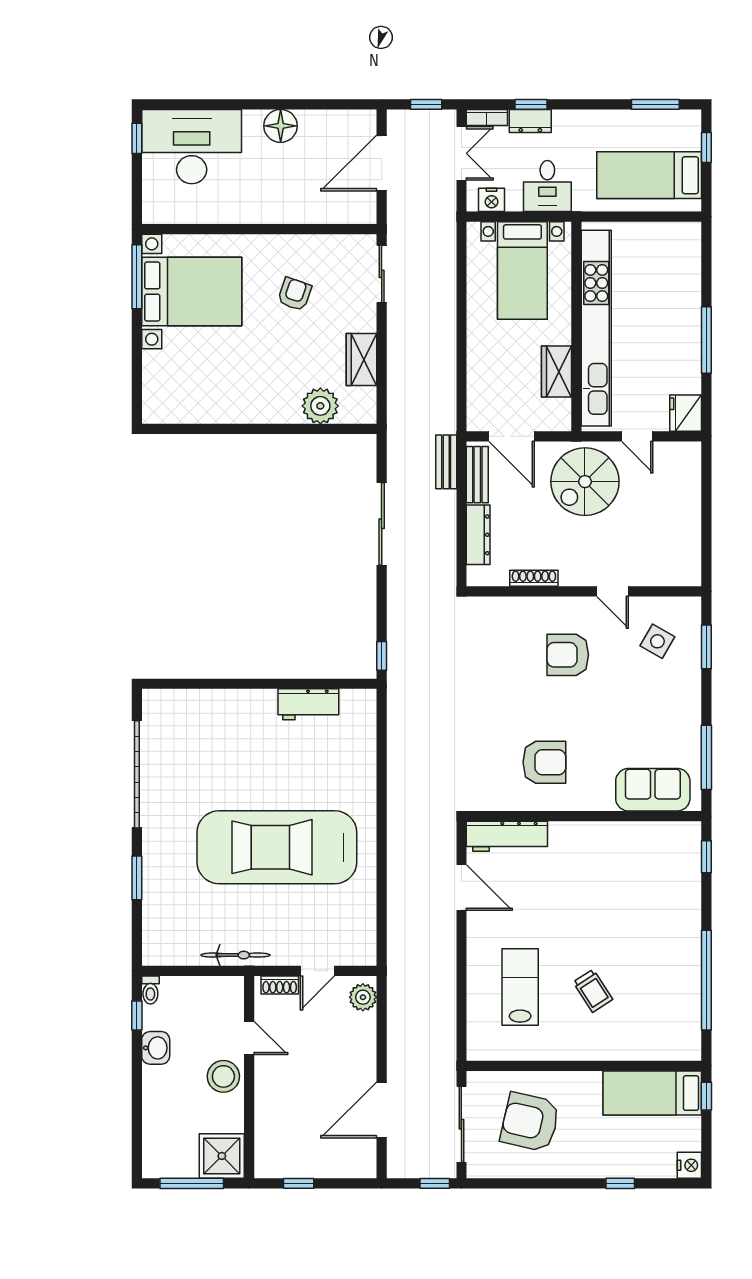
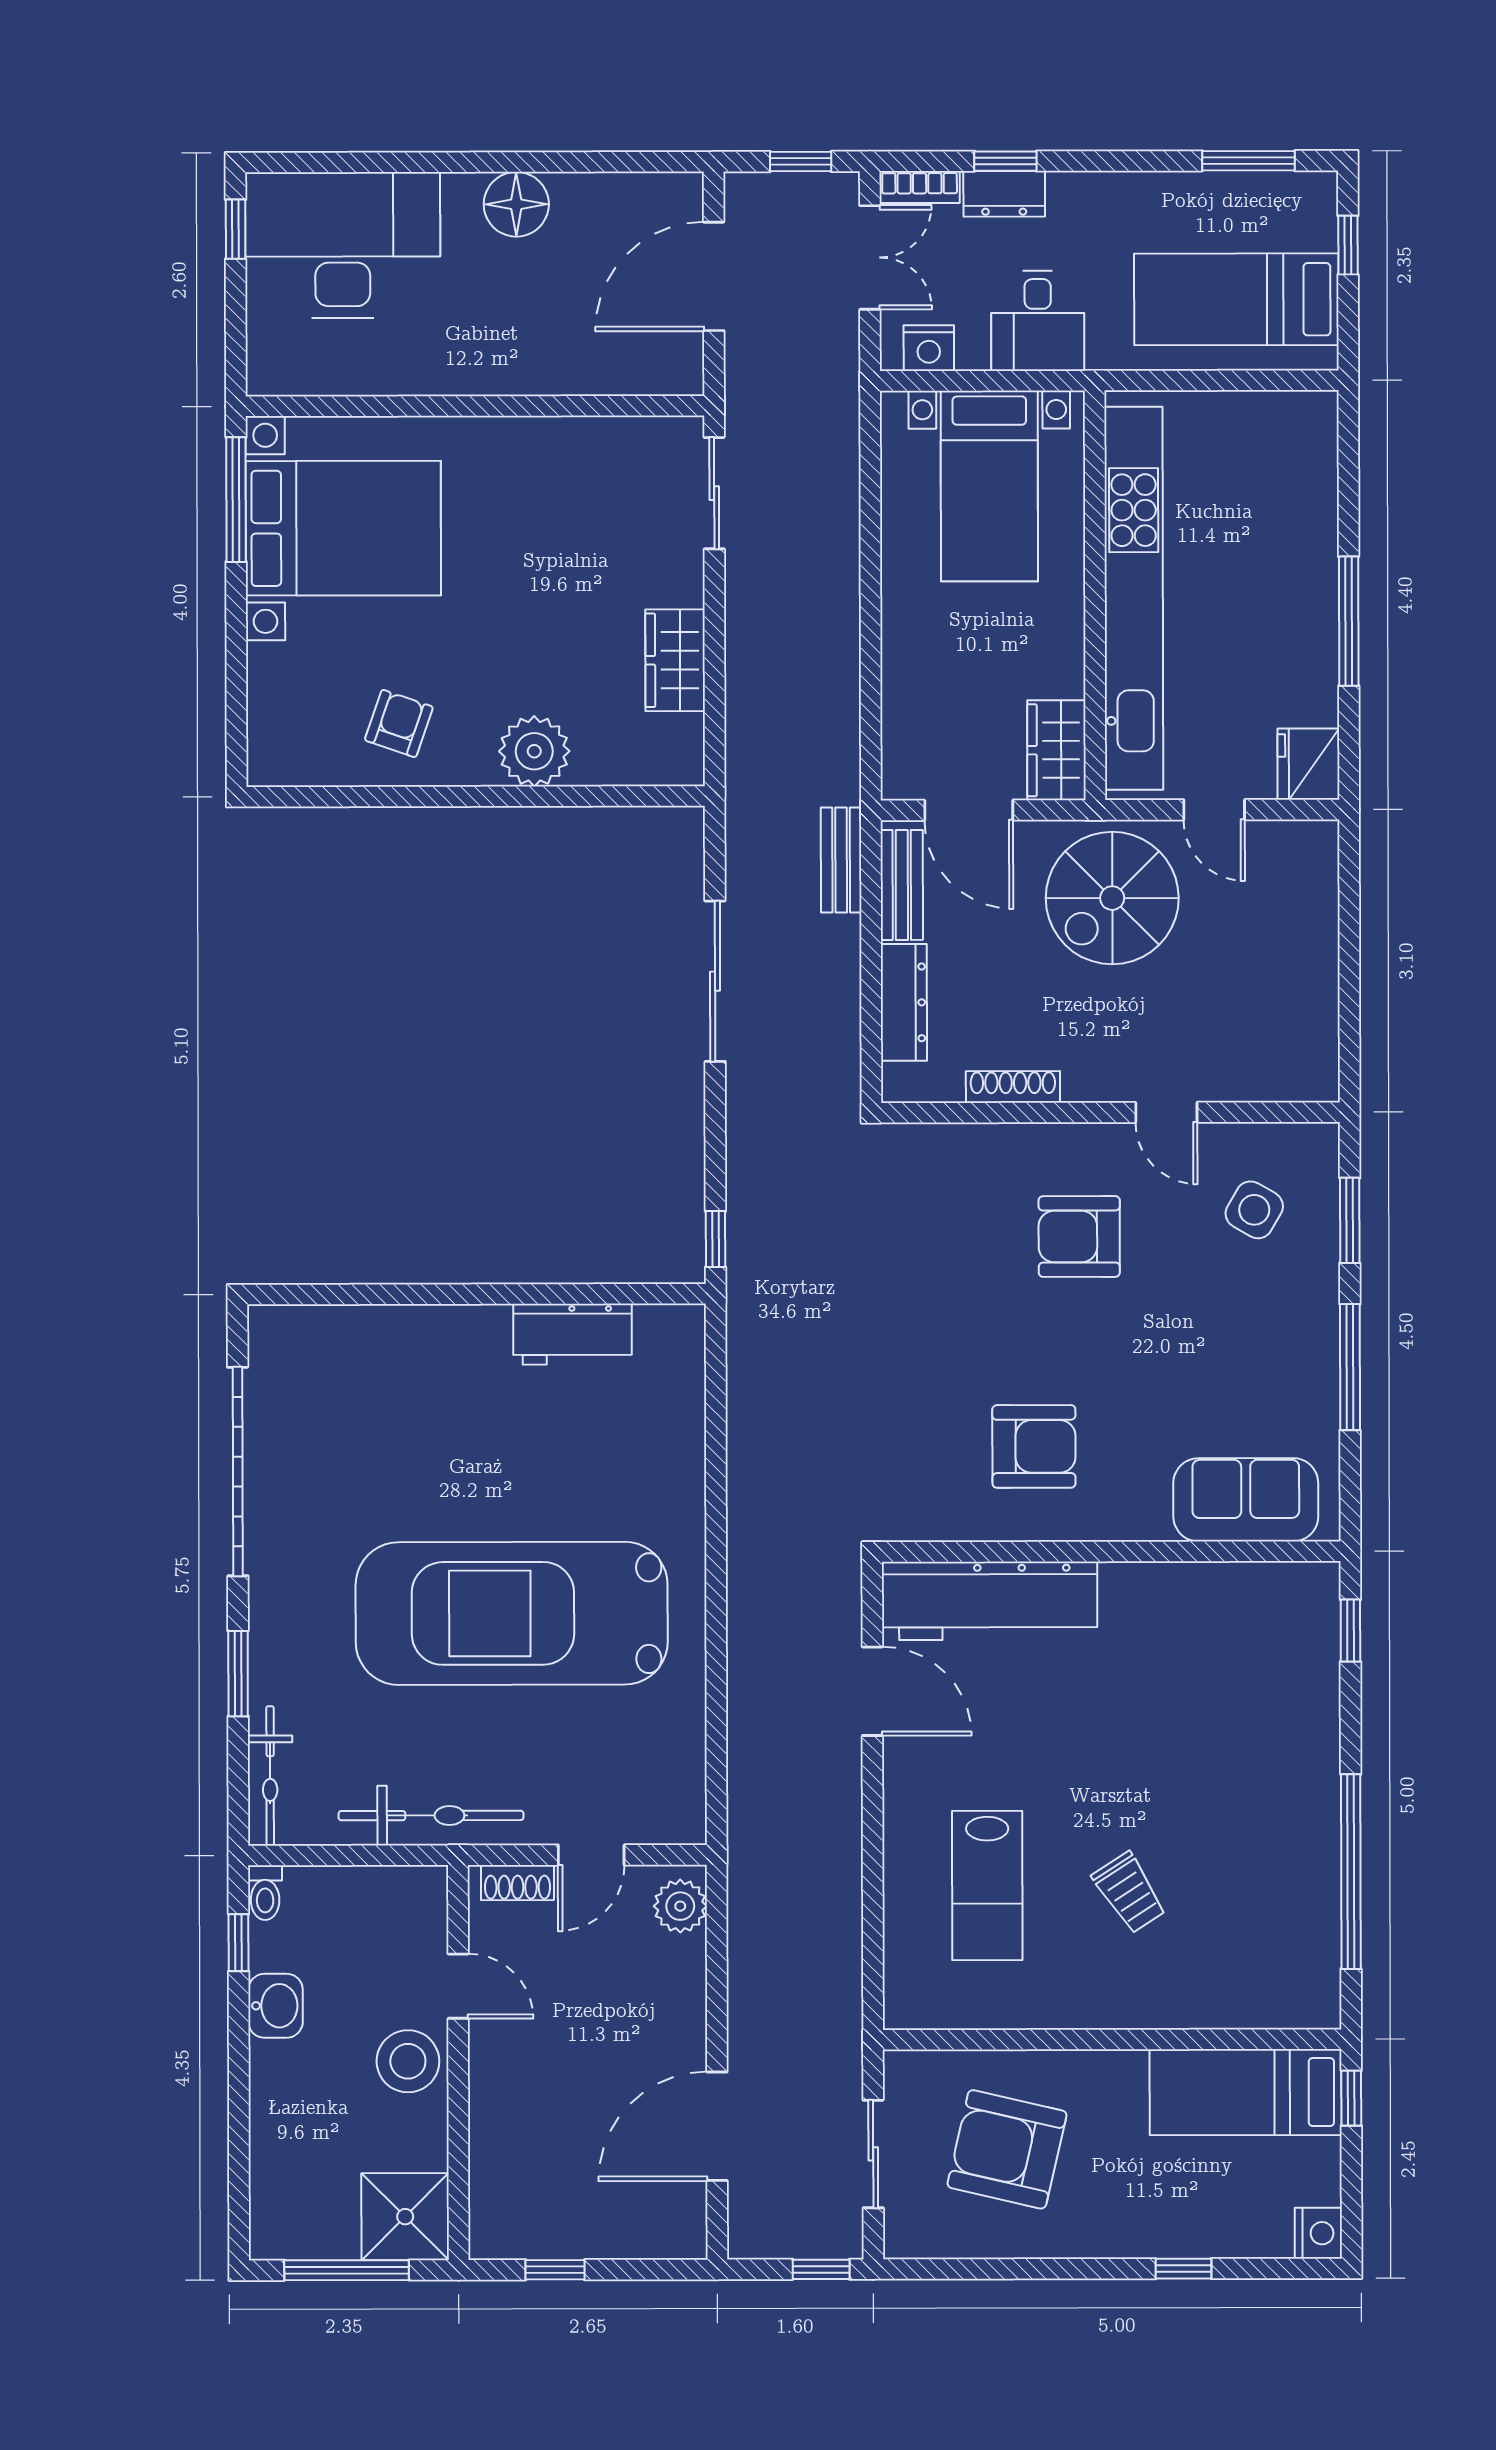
armchair: (295, 294) -> (399, 724), moved
wardrobe: (557, 371) -> (1056, 750), moved
plant: (320, 406) -> (534, 751), moved
window: (706, 757) -> (1350, 1367), moved
workbench: (507, 836) -> (990, 1601), width x1.36, depth x1.32
bicycle: (153, 930) -> (270, 1776), added
bicycle: (235, 955) -> (431, 1816), width x1.37, depth x1.40
lab bench: (520, 987) -> (987, 1885), turned 180
sliding door: (461, 1124) -> (873, 2154), width x0.73

